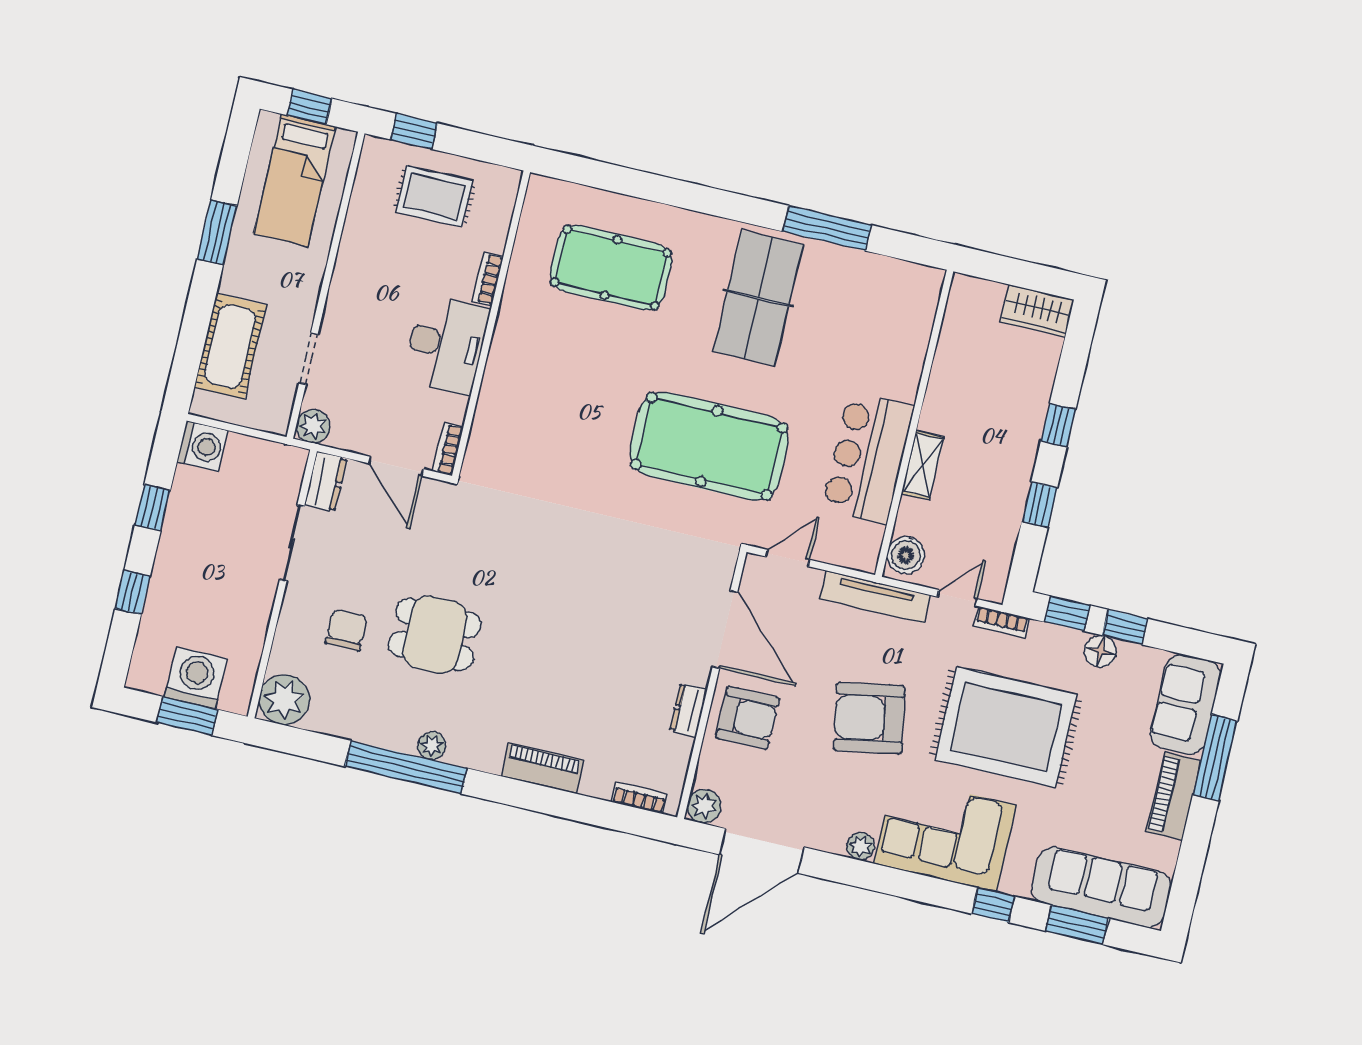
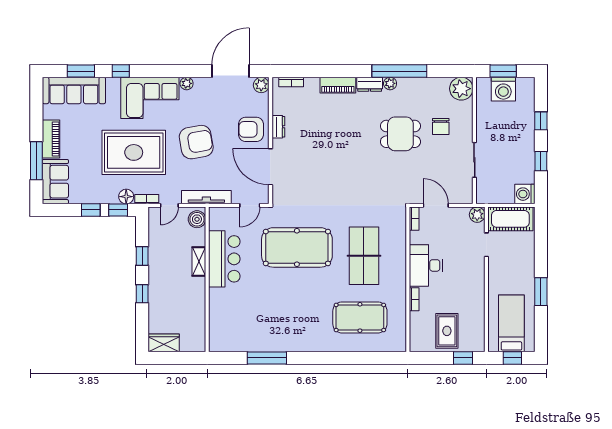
rug: (434, 196) -> (447, 331), turned 90
table tennis table: (758, 298) -> (364, 256), moved
cot: (230, 346) -> (510, 219), moved, turned 90
dresser: (326, 481) -> (370, 84), moved, turned -90
floor lamp: (1100, 651) -> (126, 197), moved

